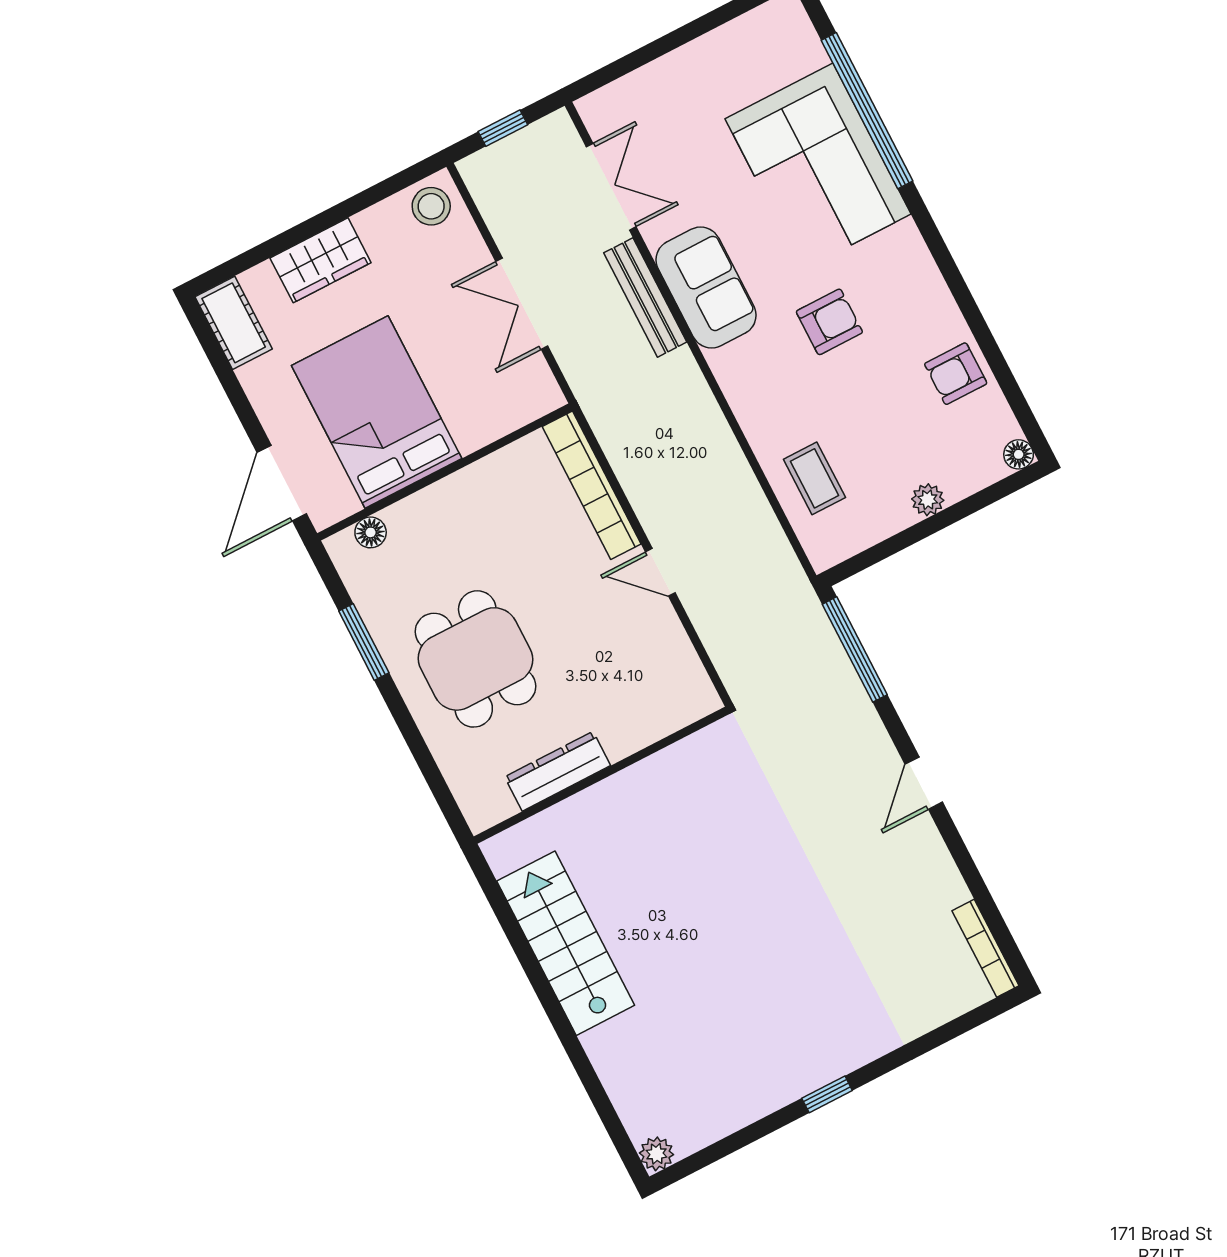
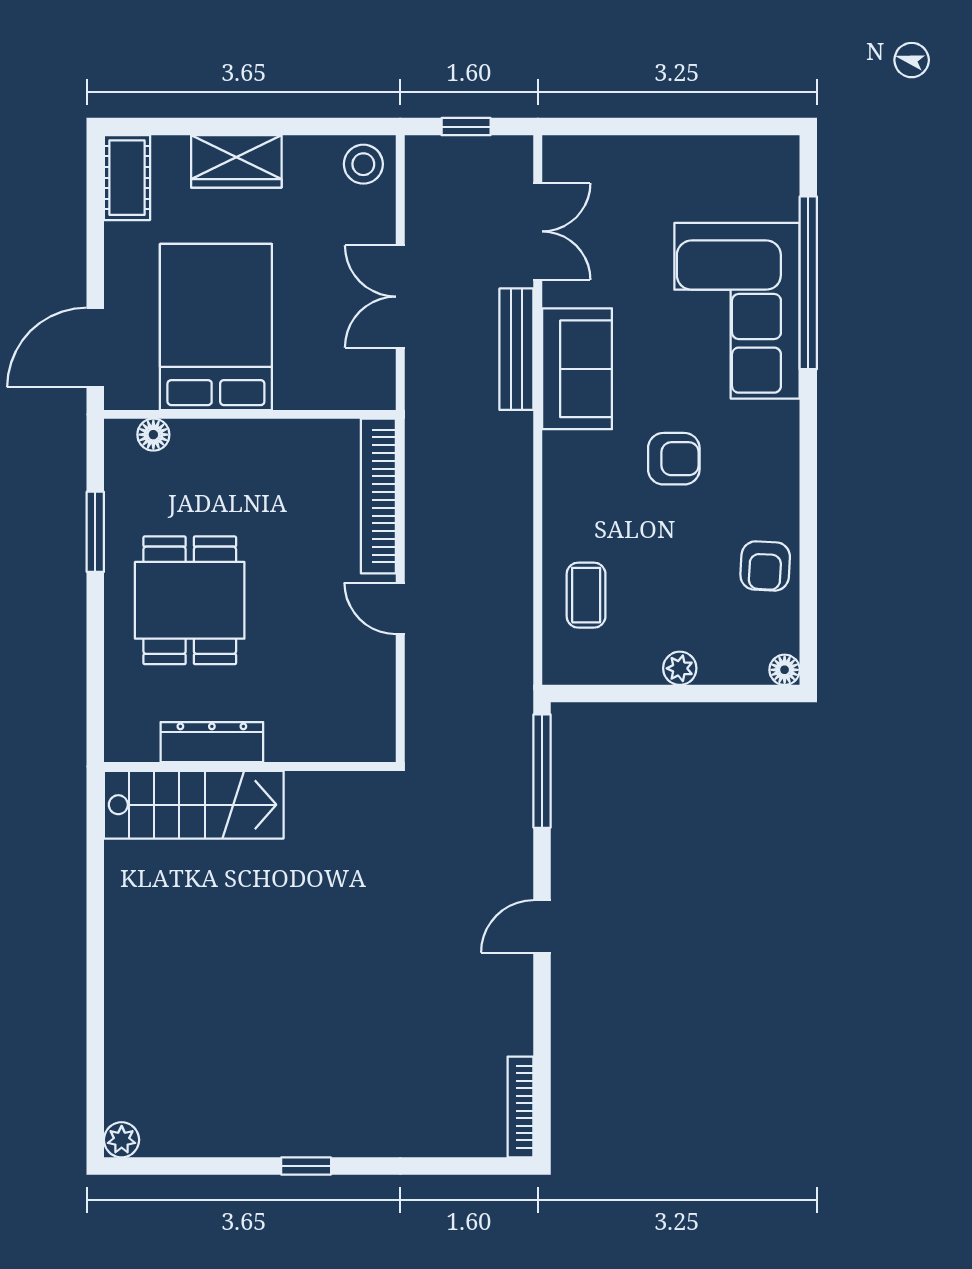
armchair: (956, 374) -> (765, 566), turned -87
stairs: (566, 943) -> (194, 805), moved, turned 90

